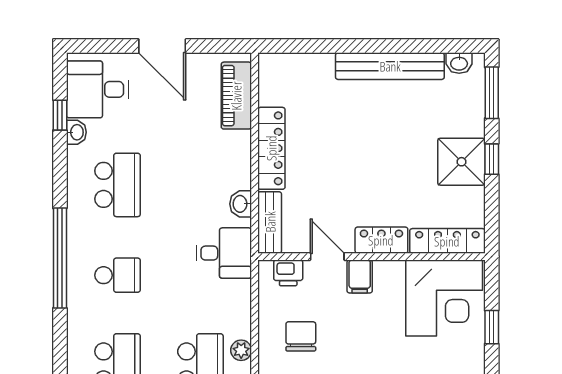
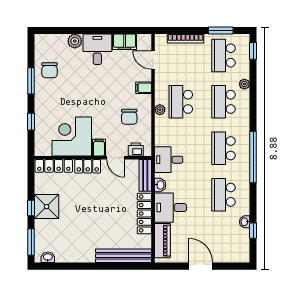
bench: (390, 66) -> (123, 256), moved
desk: (97, 89) -> (170, 208), moved, turned 180
school desk: (118, 275) -> (223, 148), width x1.85
corner desk: (444, 298) -> (72, 137), moved

